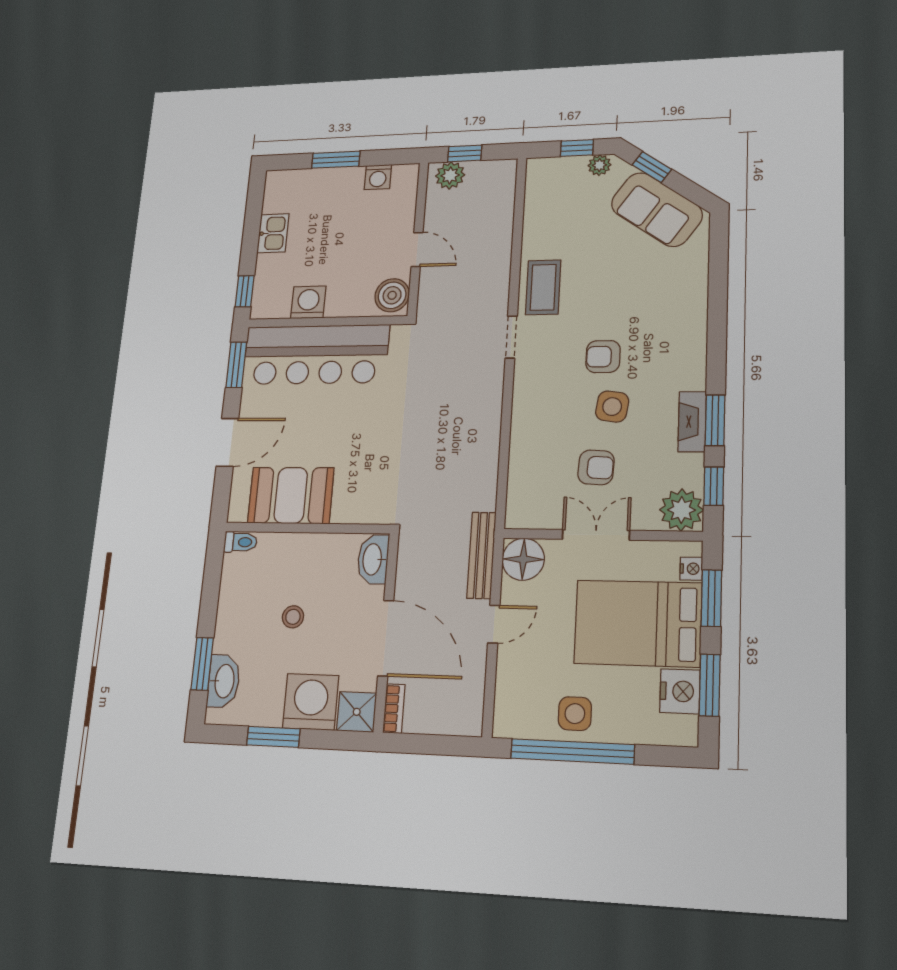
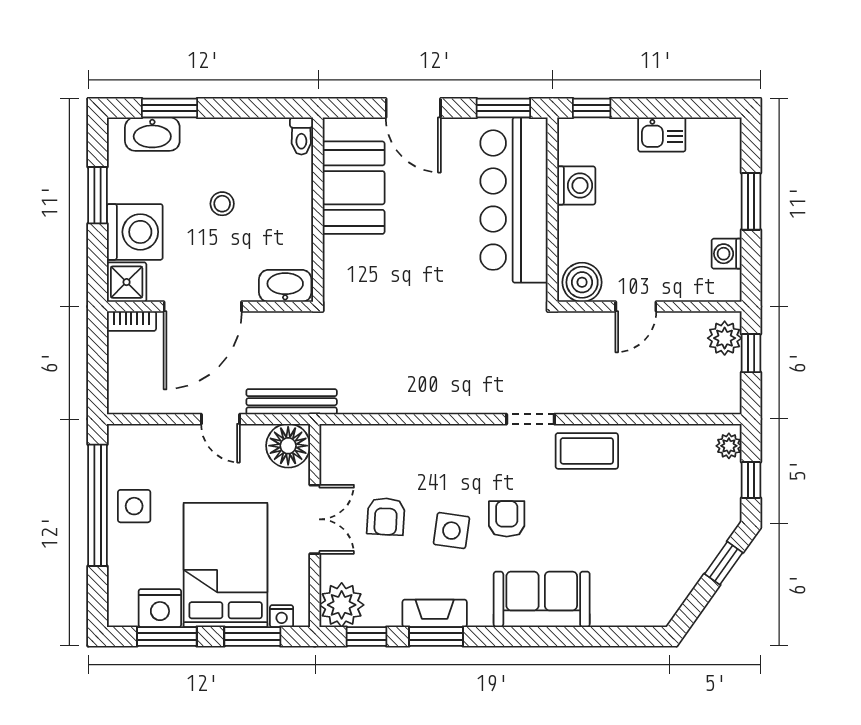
plant: (599, 165) -> (729, 446), moved
sofa: (657, 209) -> (542, 599), moved, turned 55

